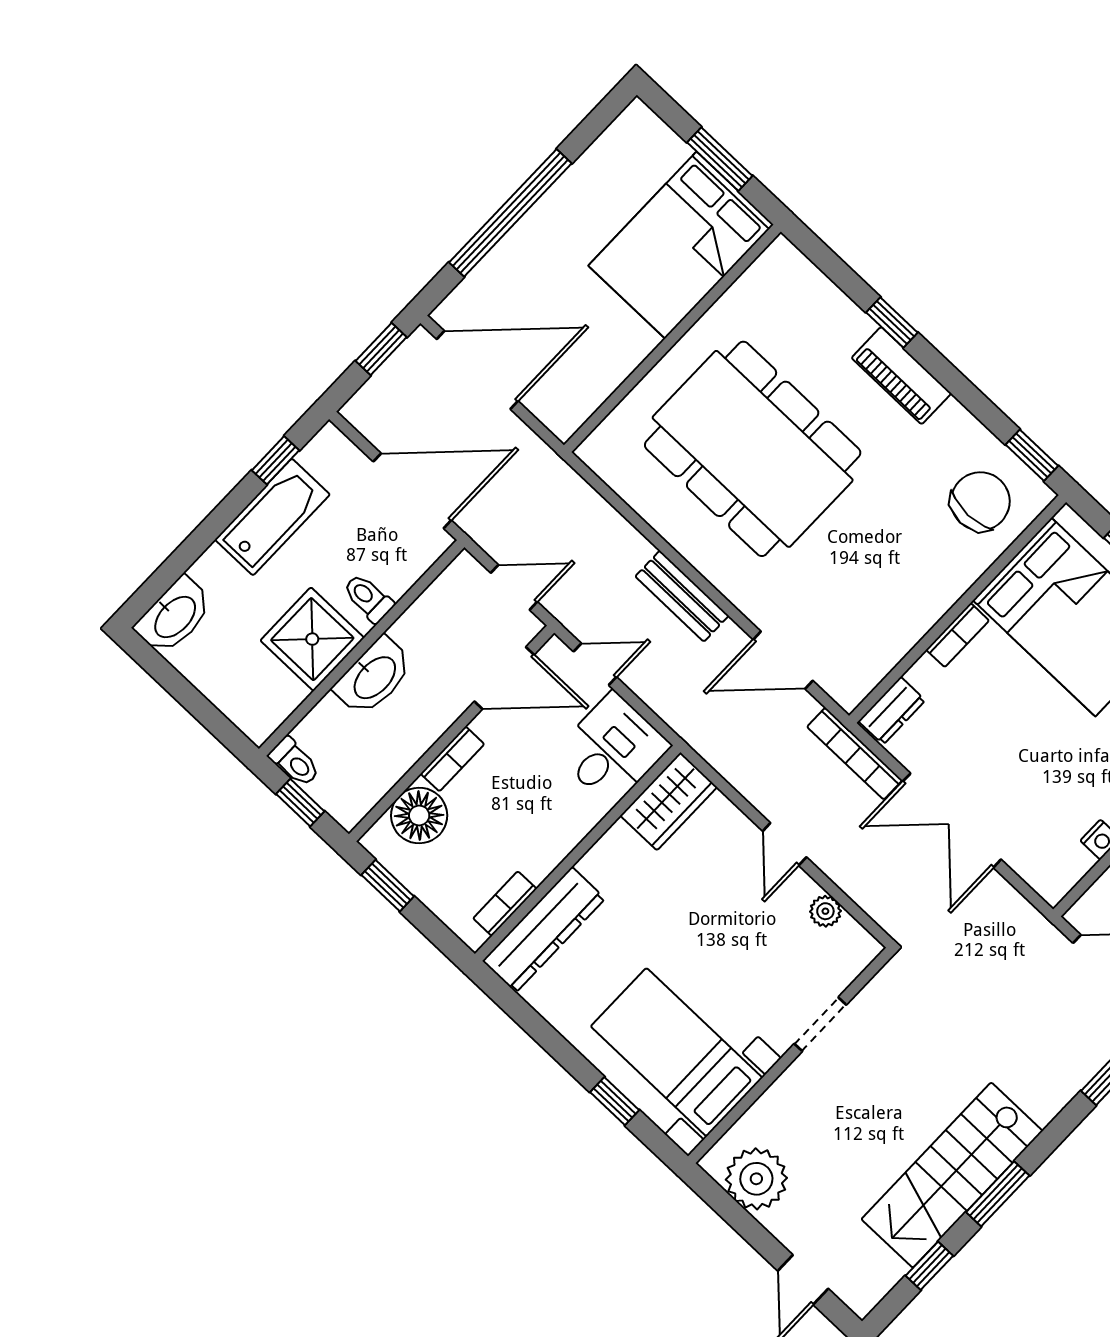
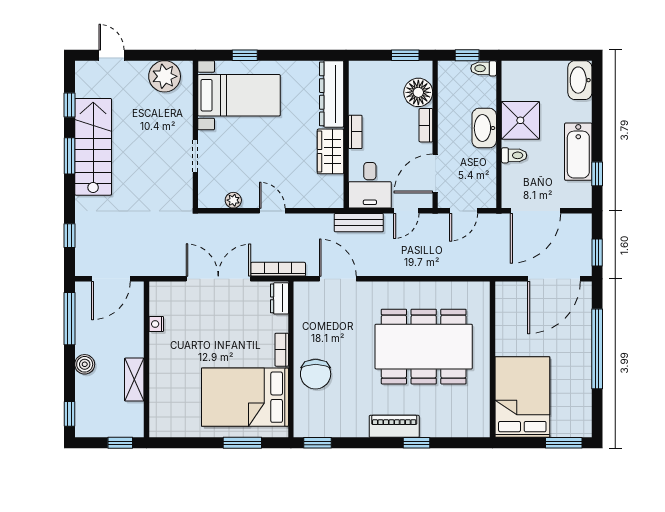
window: (720, 159) -> (564, 443), moved
chair: (980, 501) -> (316, 374), moved
bench: (682, 596) -> (359, 223), moved
door: (783, 660) -> (338, 279), hinge flipped
wardrobe: (669, 801) -> (330, 151), moved
bookcase: (505, 904) -> (355, 132), moved

